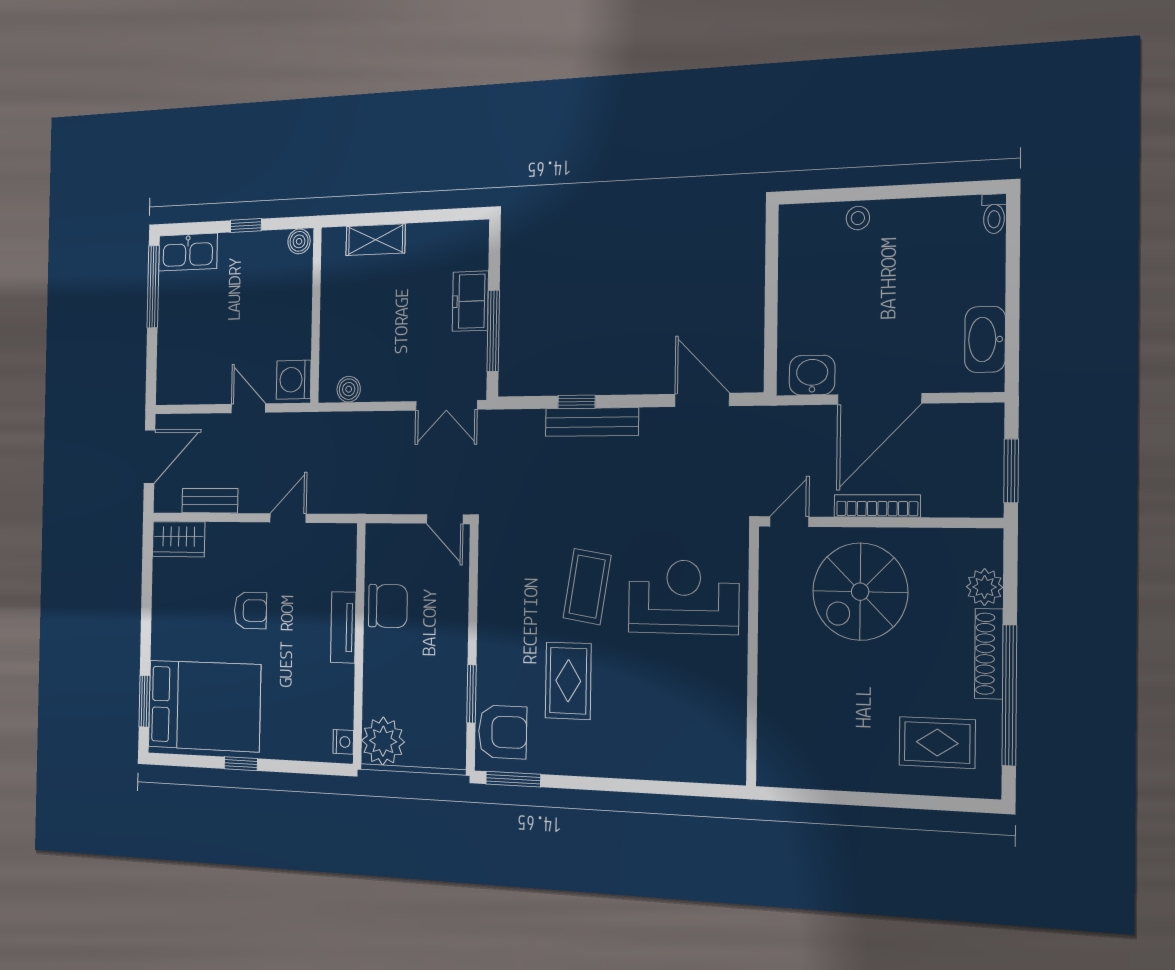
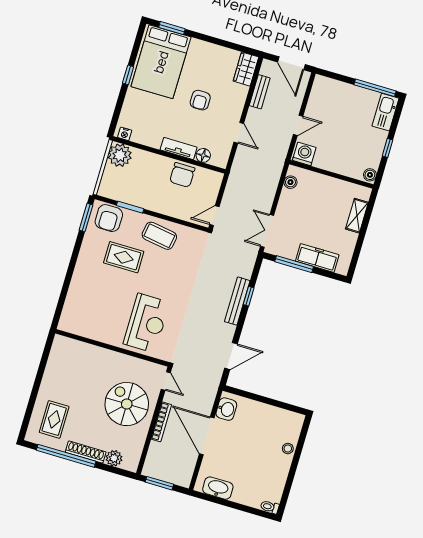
freezer: (470, 301) -> (317, 258), width x1.40
floor lamp: (344, 575) -> (203, 155), added
coffee table: (587, 587) -> (159, 236), moved

